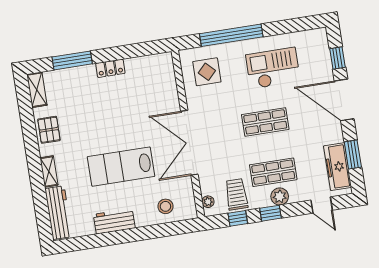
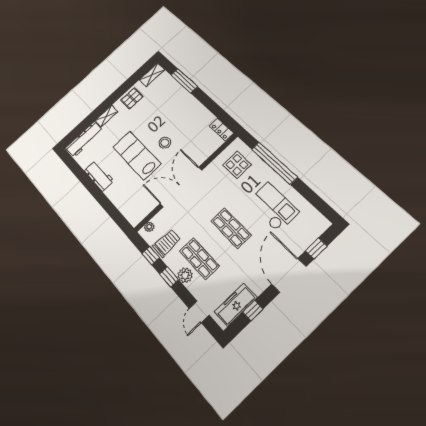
locker: (110, 68) -> (221, 130), moved
window: (353, 155) -> (253, 311), width x0.67
stool: (165, 206) -> (165, 143), moved

